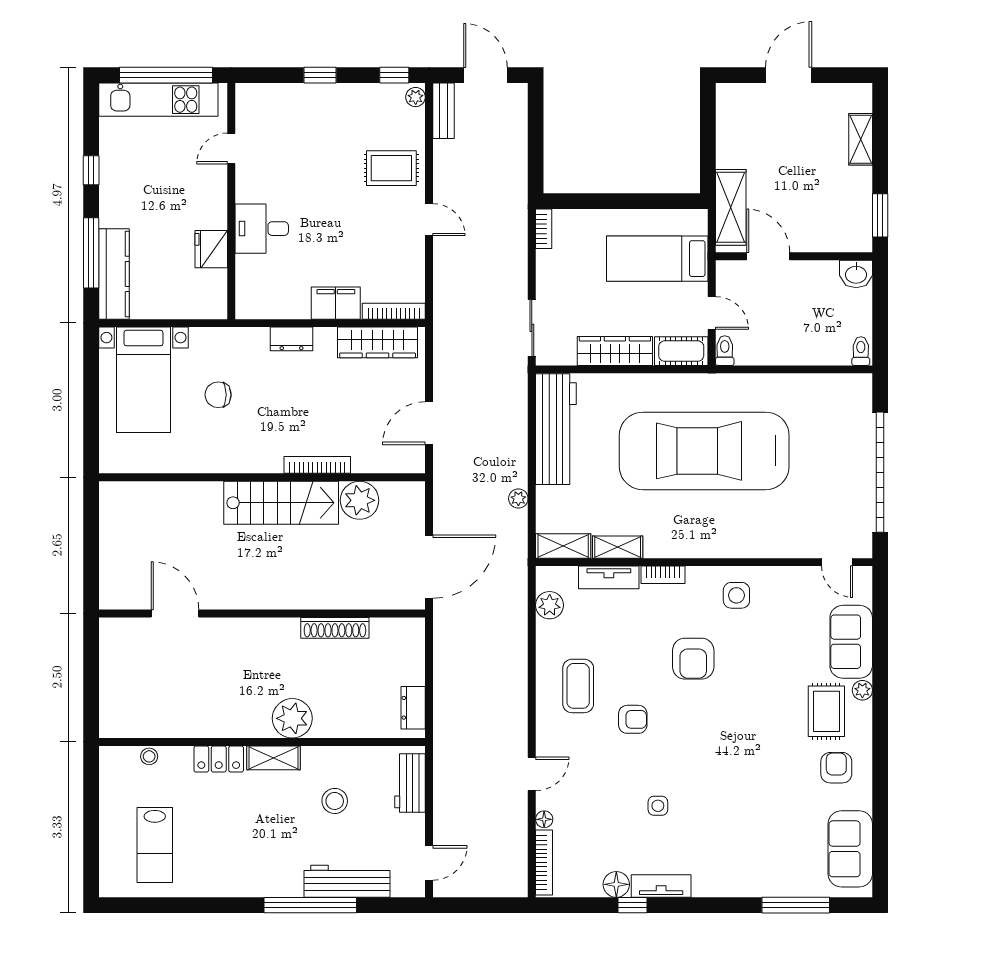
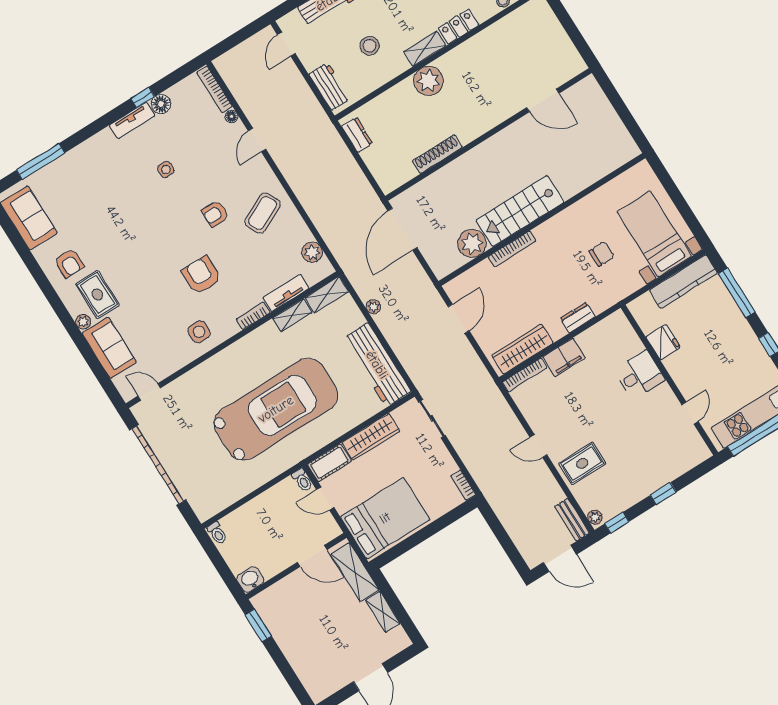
shelving: (861, 139) -> (383, 612), moved
bed: (657, 259) -> (385, 518), width x1.50
kitchen counter: (114, 274) -> (683, 282), moved, turned -90
coffee table: (578, 686) -> (263, 213), turned 64

